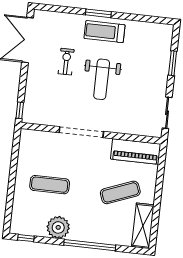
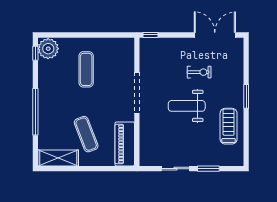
treadmill: (104, 32) -> (229, 126), moved
sliding door: (167, 113) -> (176, 169), moved
plant: (58, 227) -> (48, 49), moved

